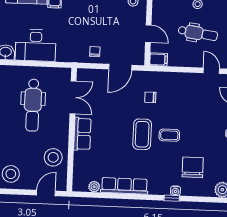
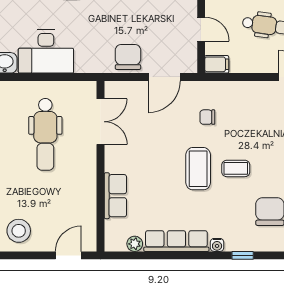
chair: (95, 52) -> (128, 57), width x1.87, depth x1.87
row of seats: (82, 134) -> (115, 196), moved
stool: (53, 157) -> (76, 206), removed
water cooler: (175, 191) -> (217, 245), moved

